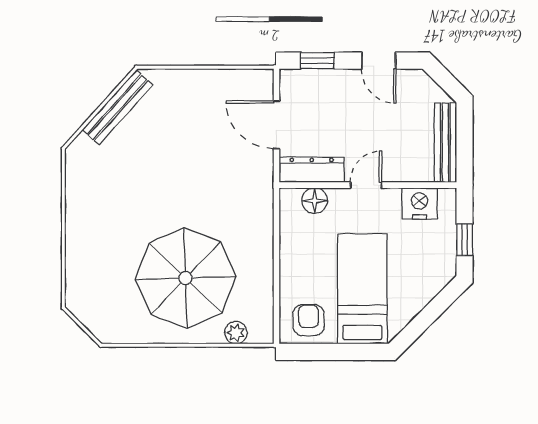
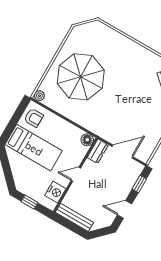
dresser: (312, 170) -> (98, 151), width x0.70
door: (366, 185) -> (76, 174), swing flipped
floor lamp: (315, 201) -> (87, 140), moved
plant: (236, 333) -> (39, 96), moved

